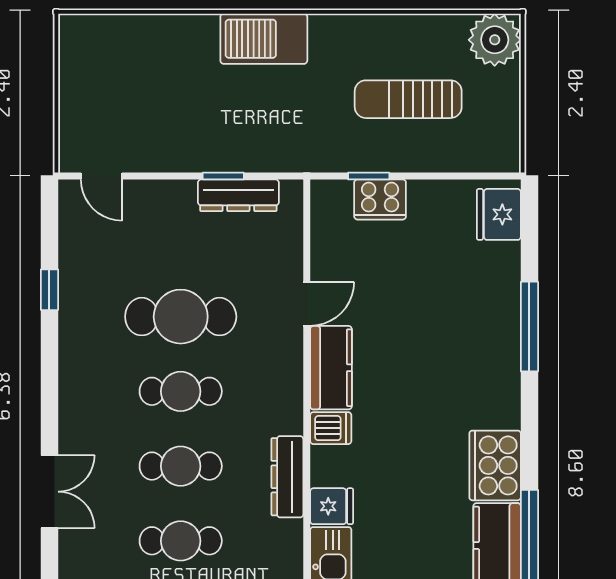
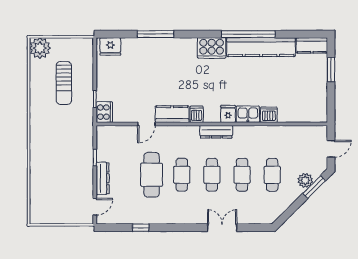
barbecue: (264, 39) -> (39, 141), removed
dresser: (238, 195) -> (103, 178), moved
cooker: (380, 199) -> (104, 112), moved
door: (307, 304) -> (146, 124), swing flipped

